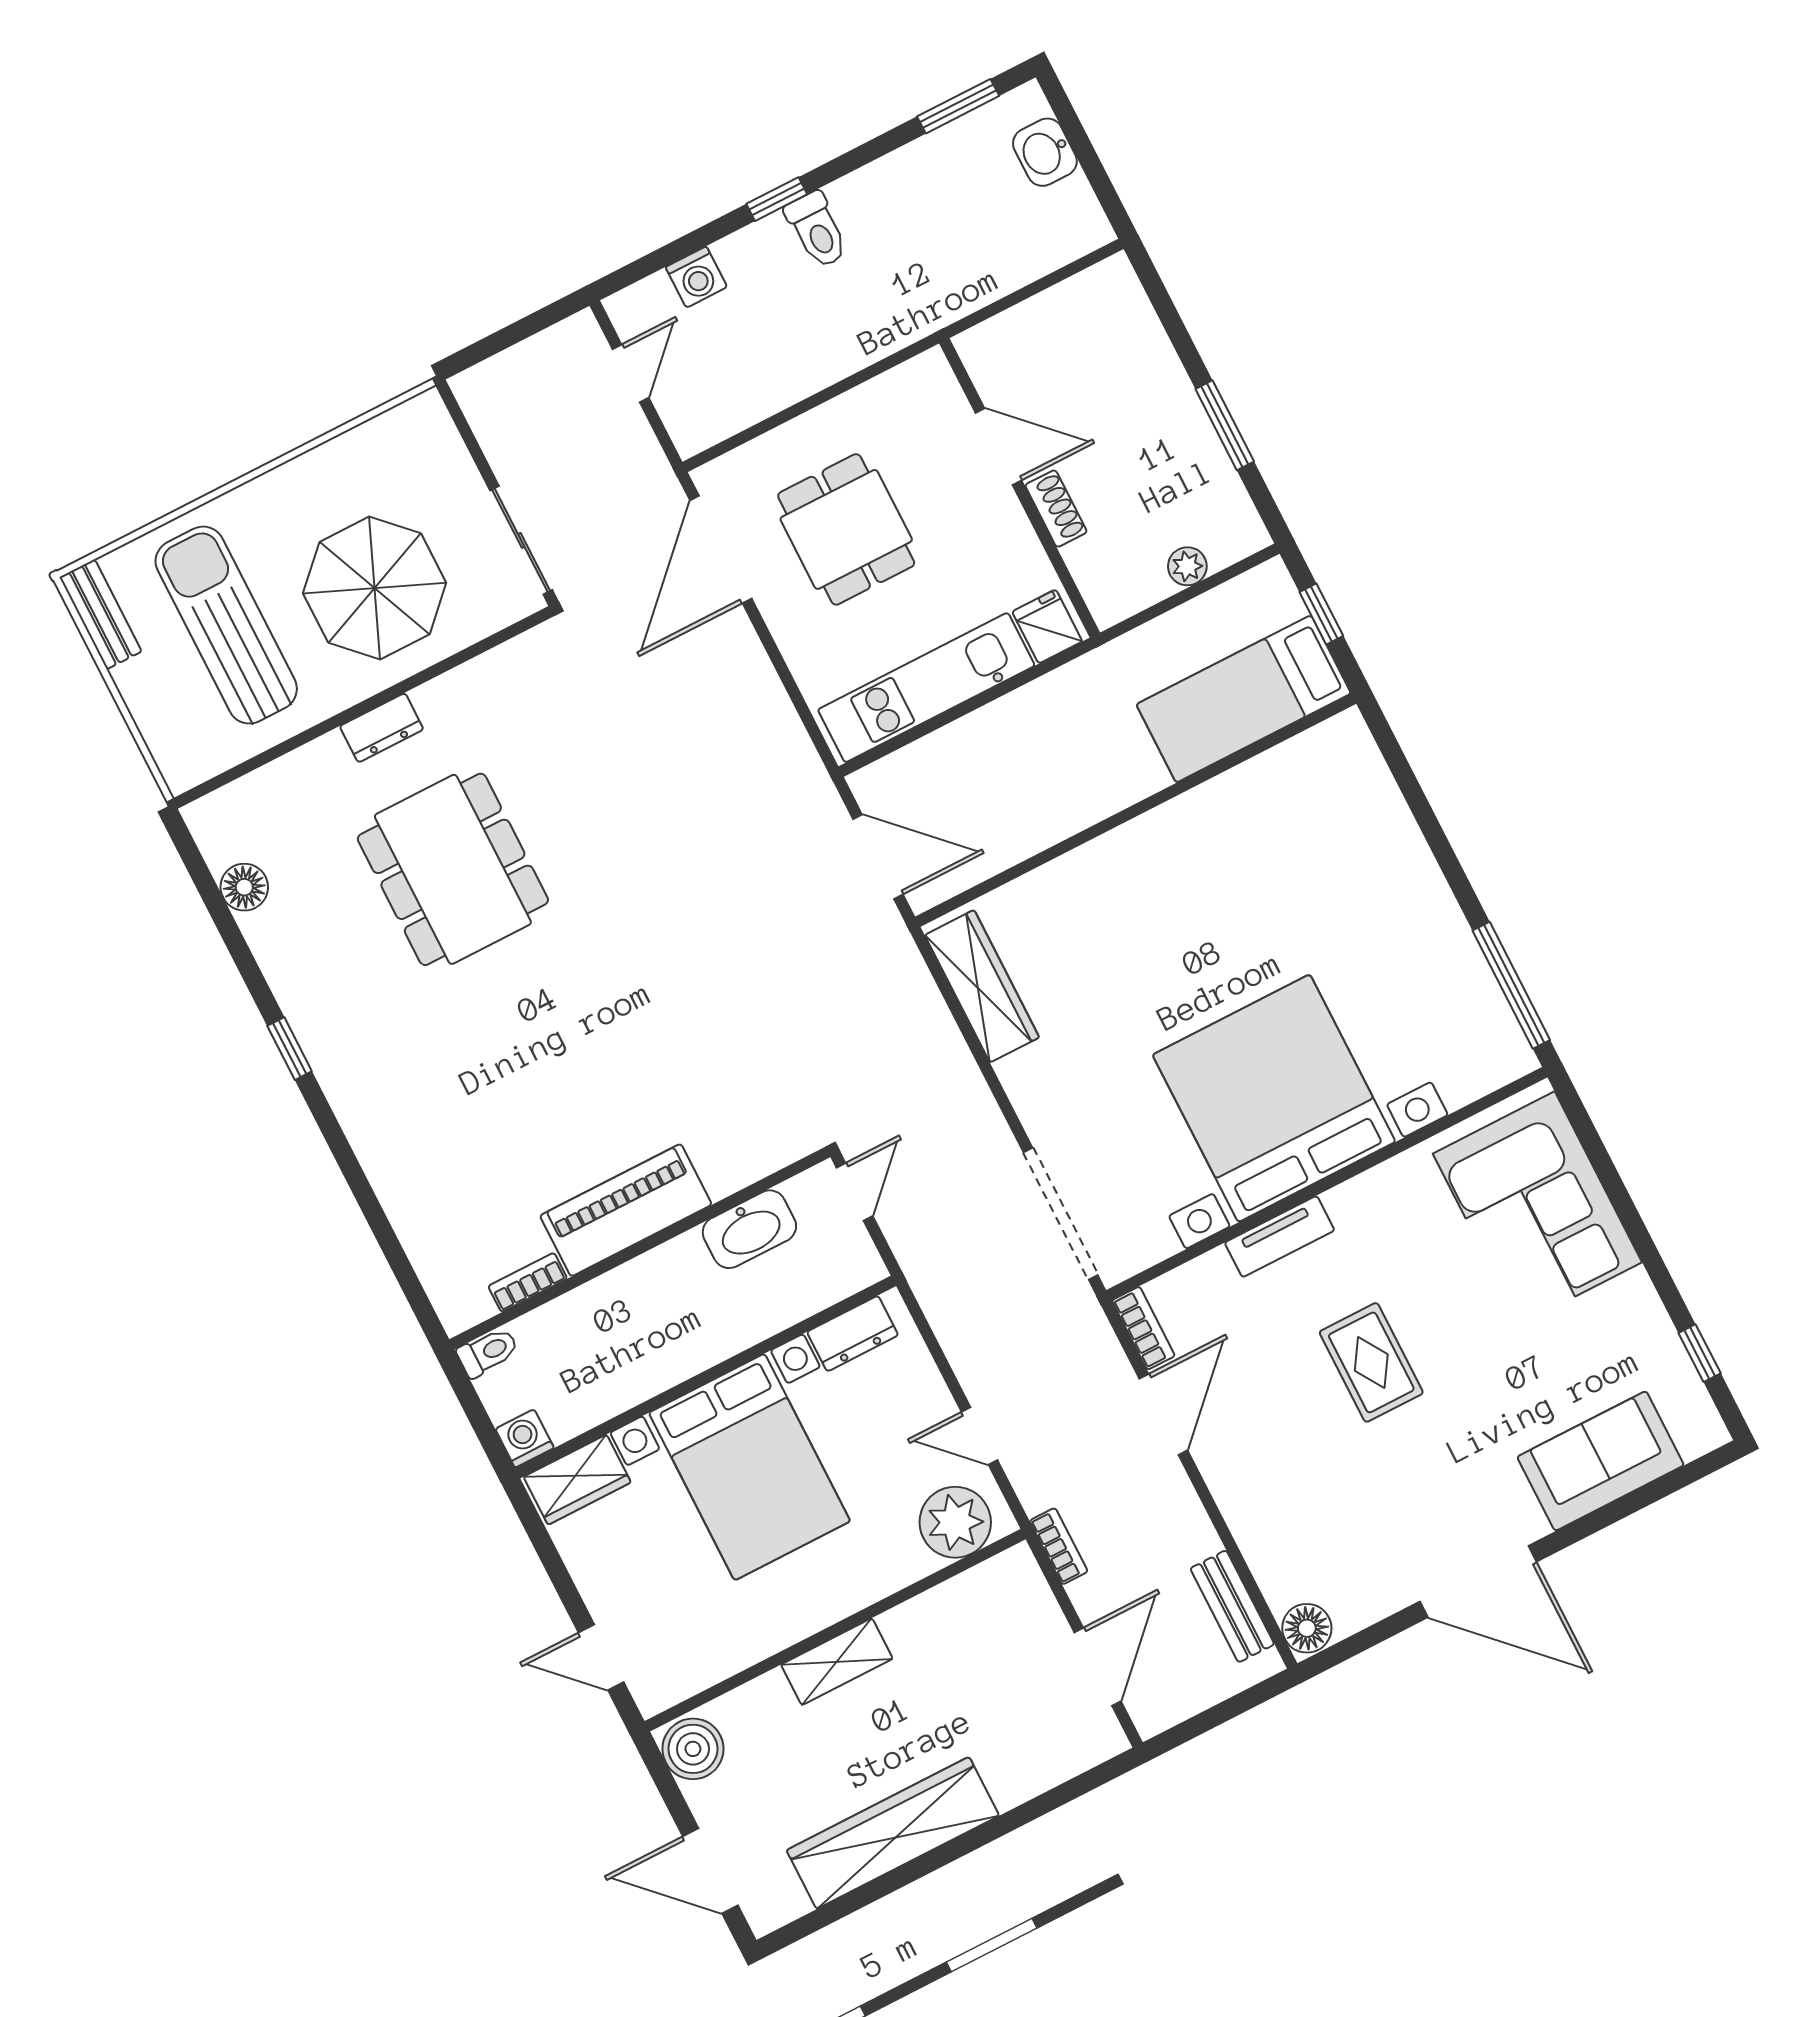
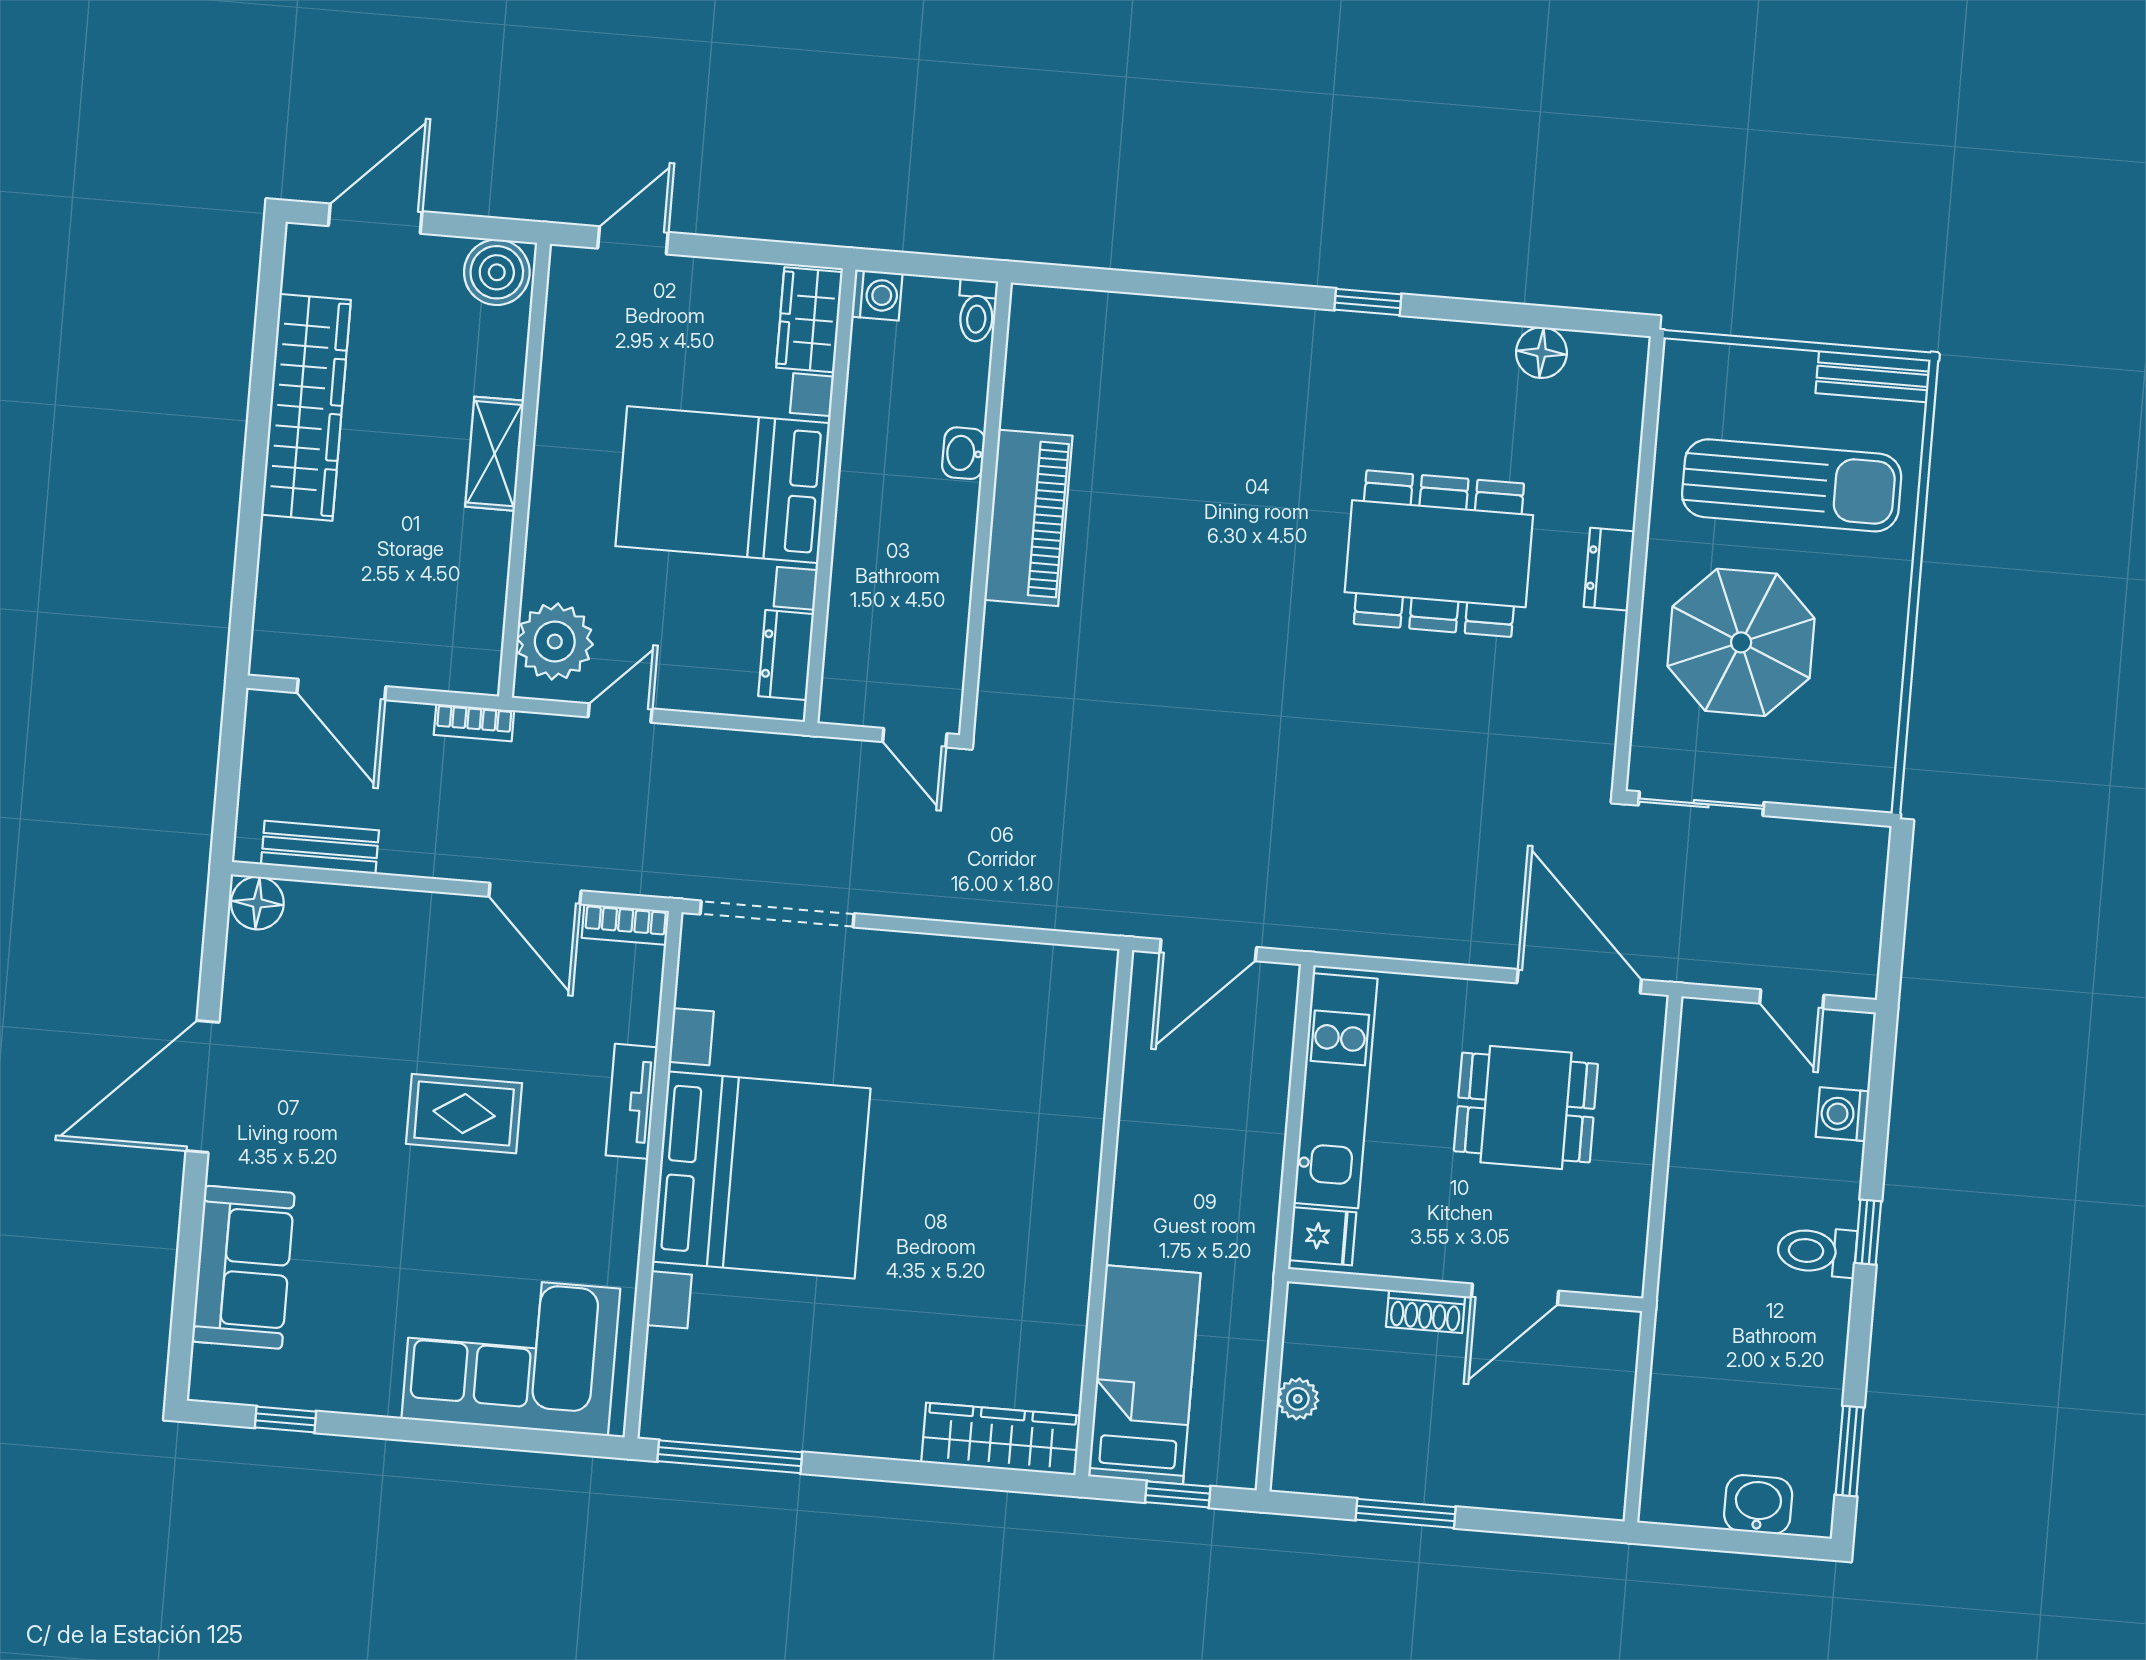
wardrobe: (982, 986) -> (1001, 1439), moved, turned 180
washbasin: (749, 1229) -> (964, 453), moved, width x0.52, depth x0.69
bookcase: (528, 1282) -> (1018, 387), removed

